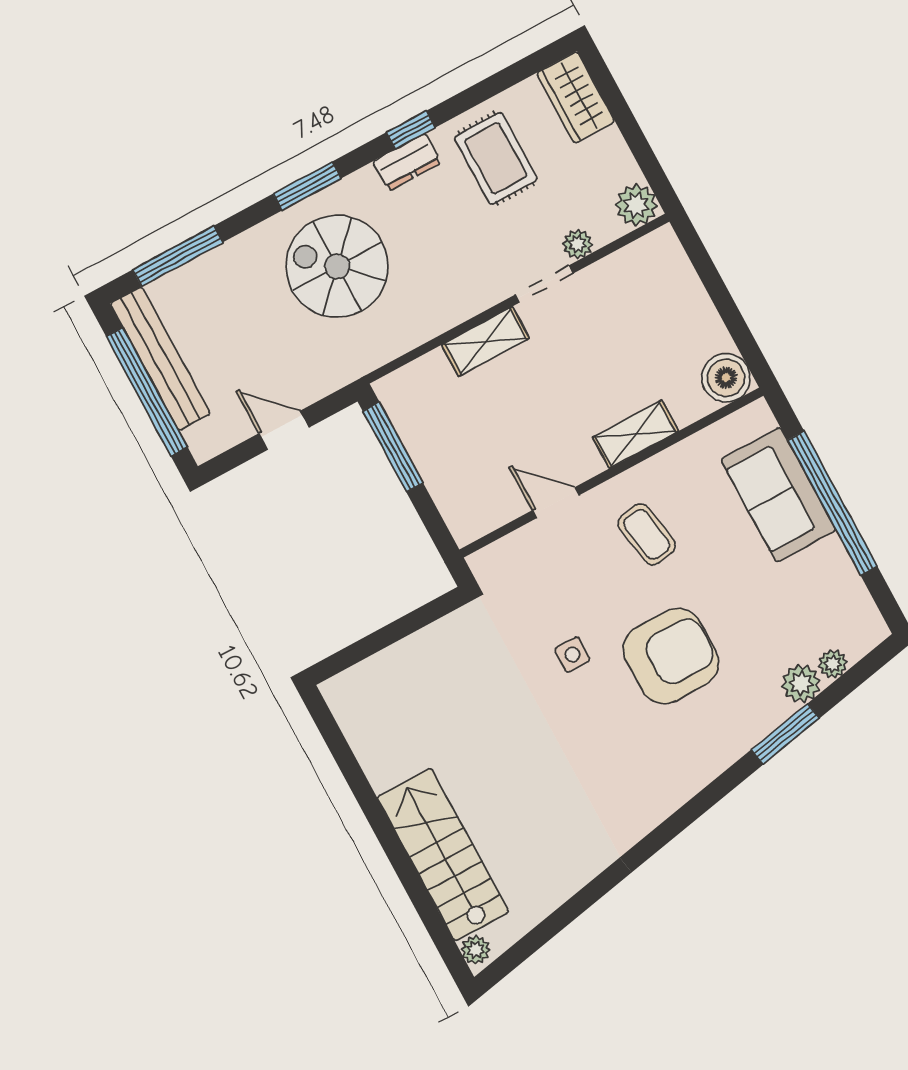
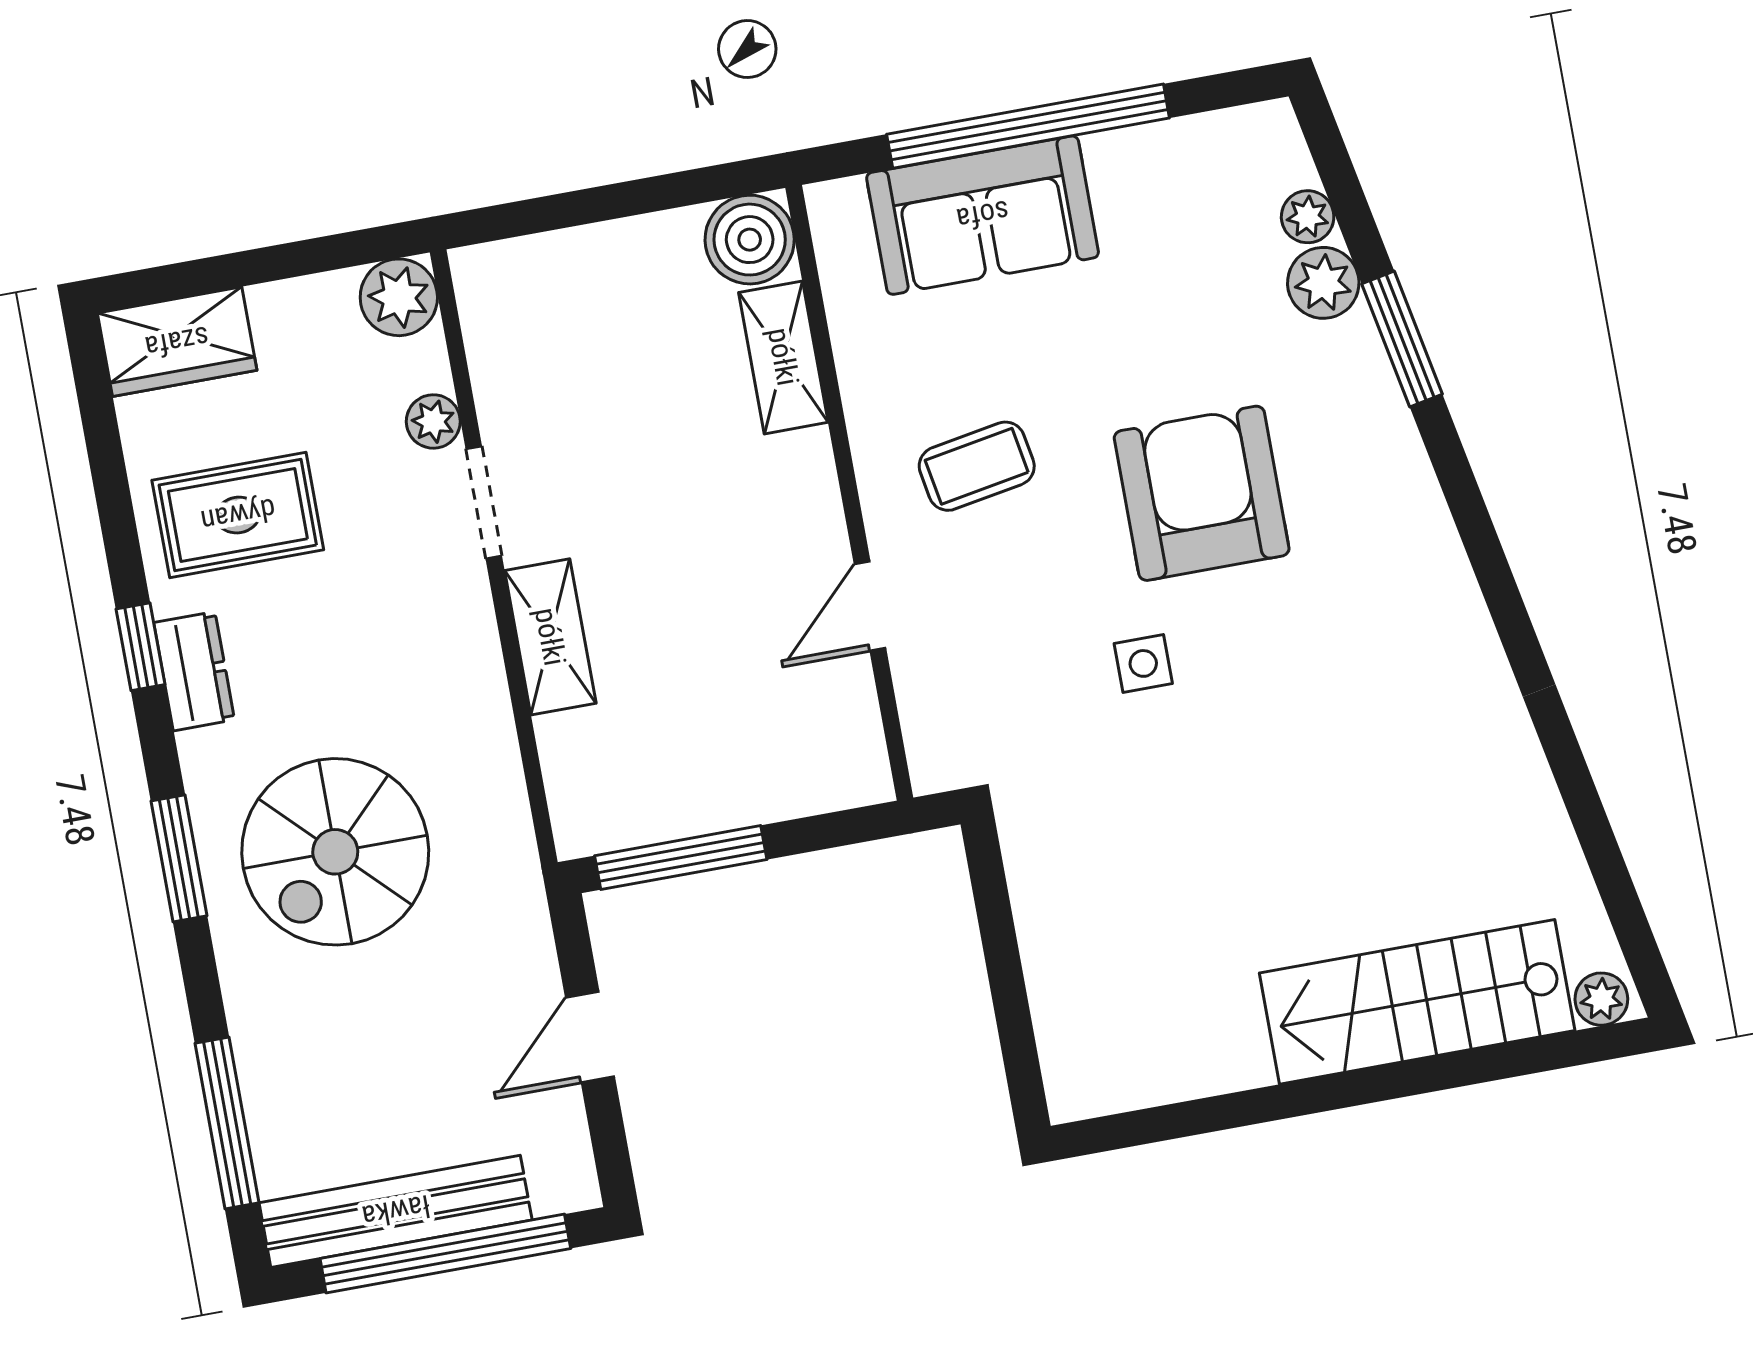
shelving: (635, 434) -> (783, 357), moved

